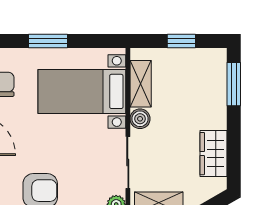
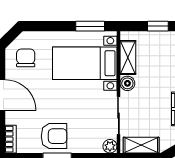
window: (48, 41) -> (90, 26), moved

